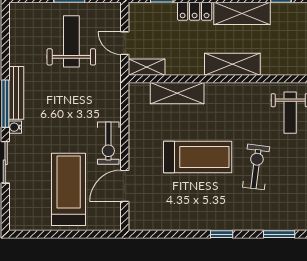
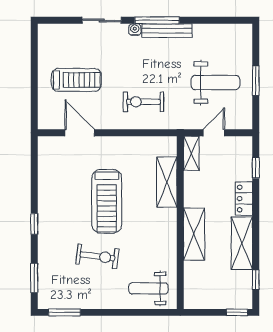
exercise bike: (108, 143) -> (143, 102), moved
treadmill: (69, 189) -> (76, 80), width x0.73, depth x0.73

